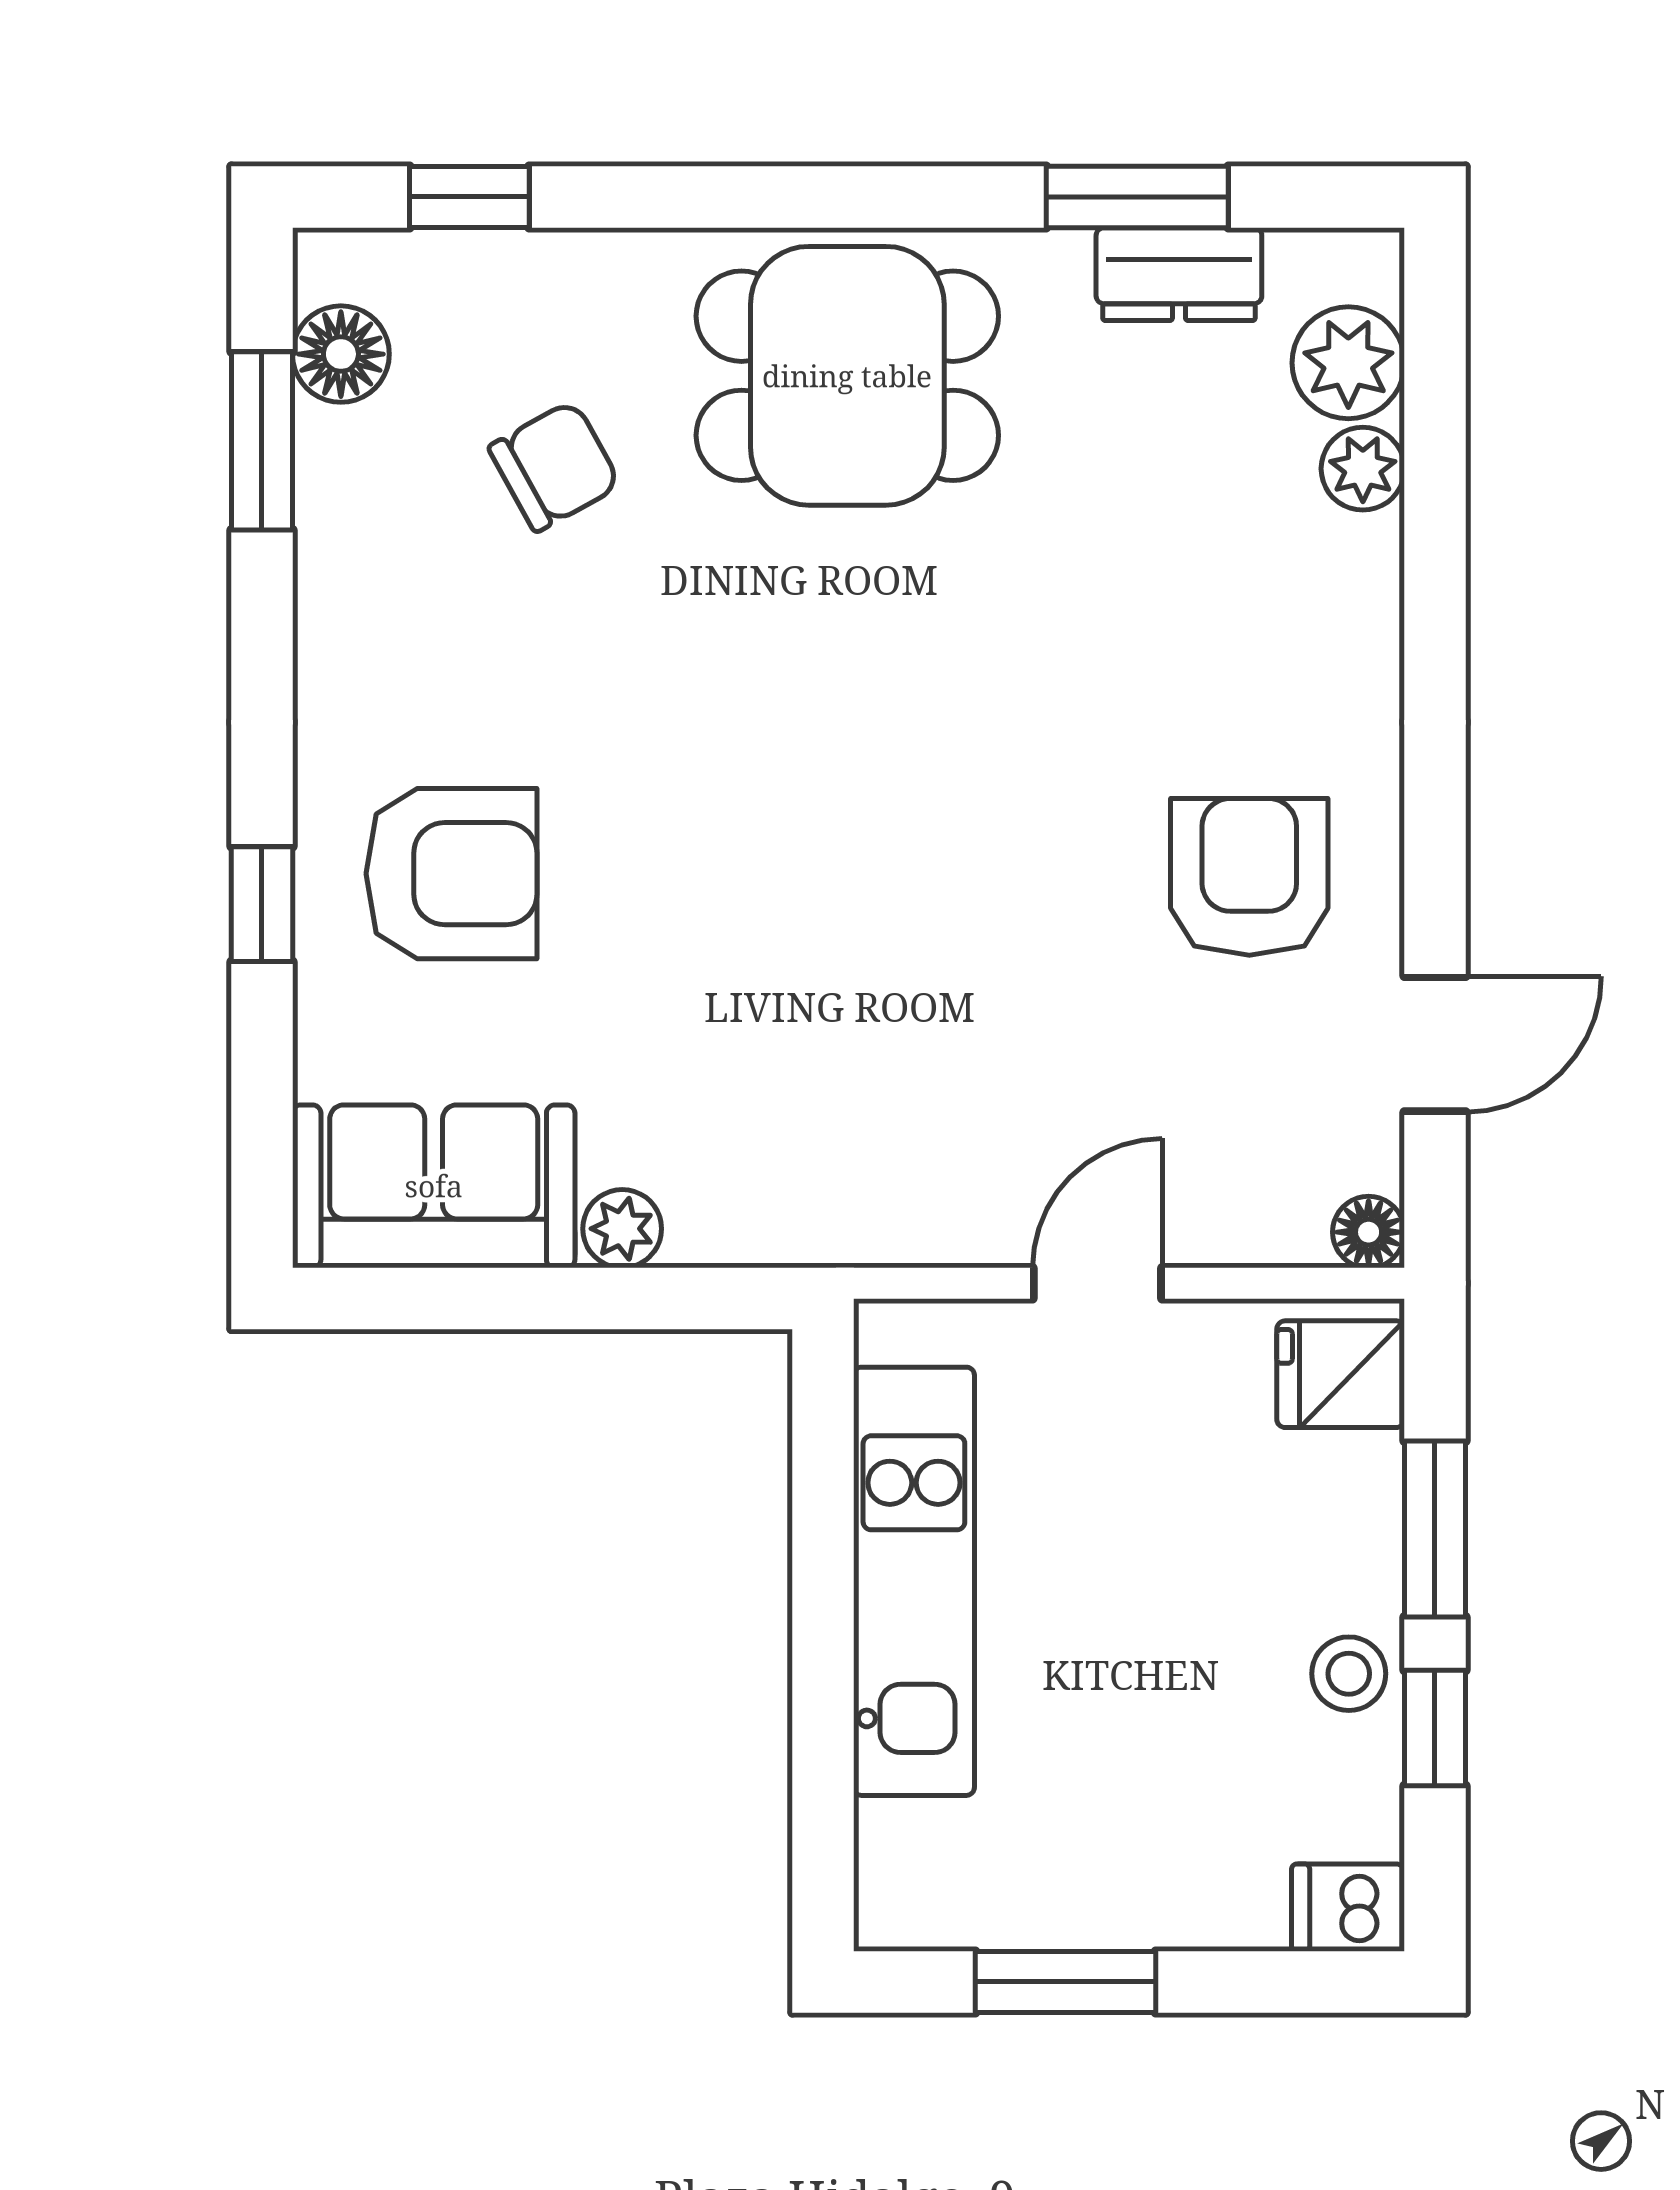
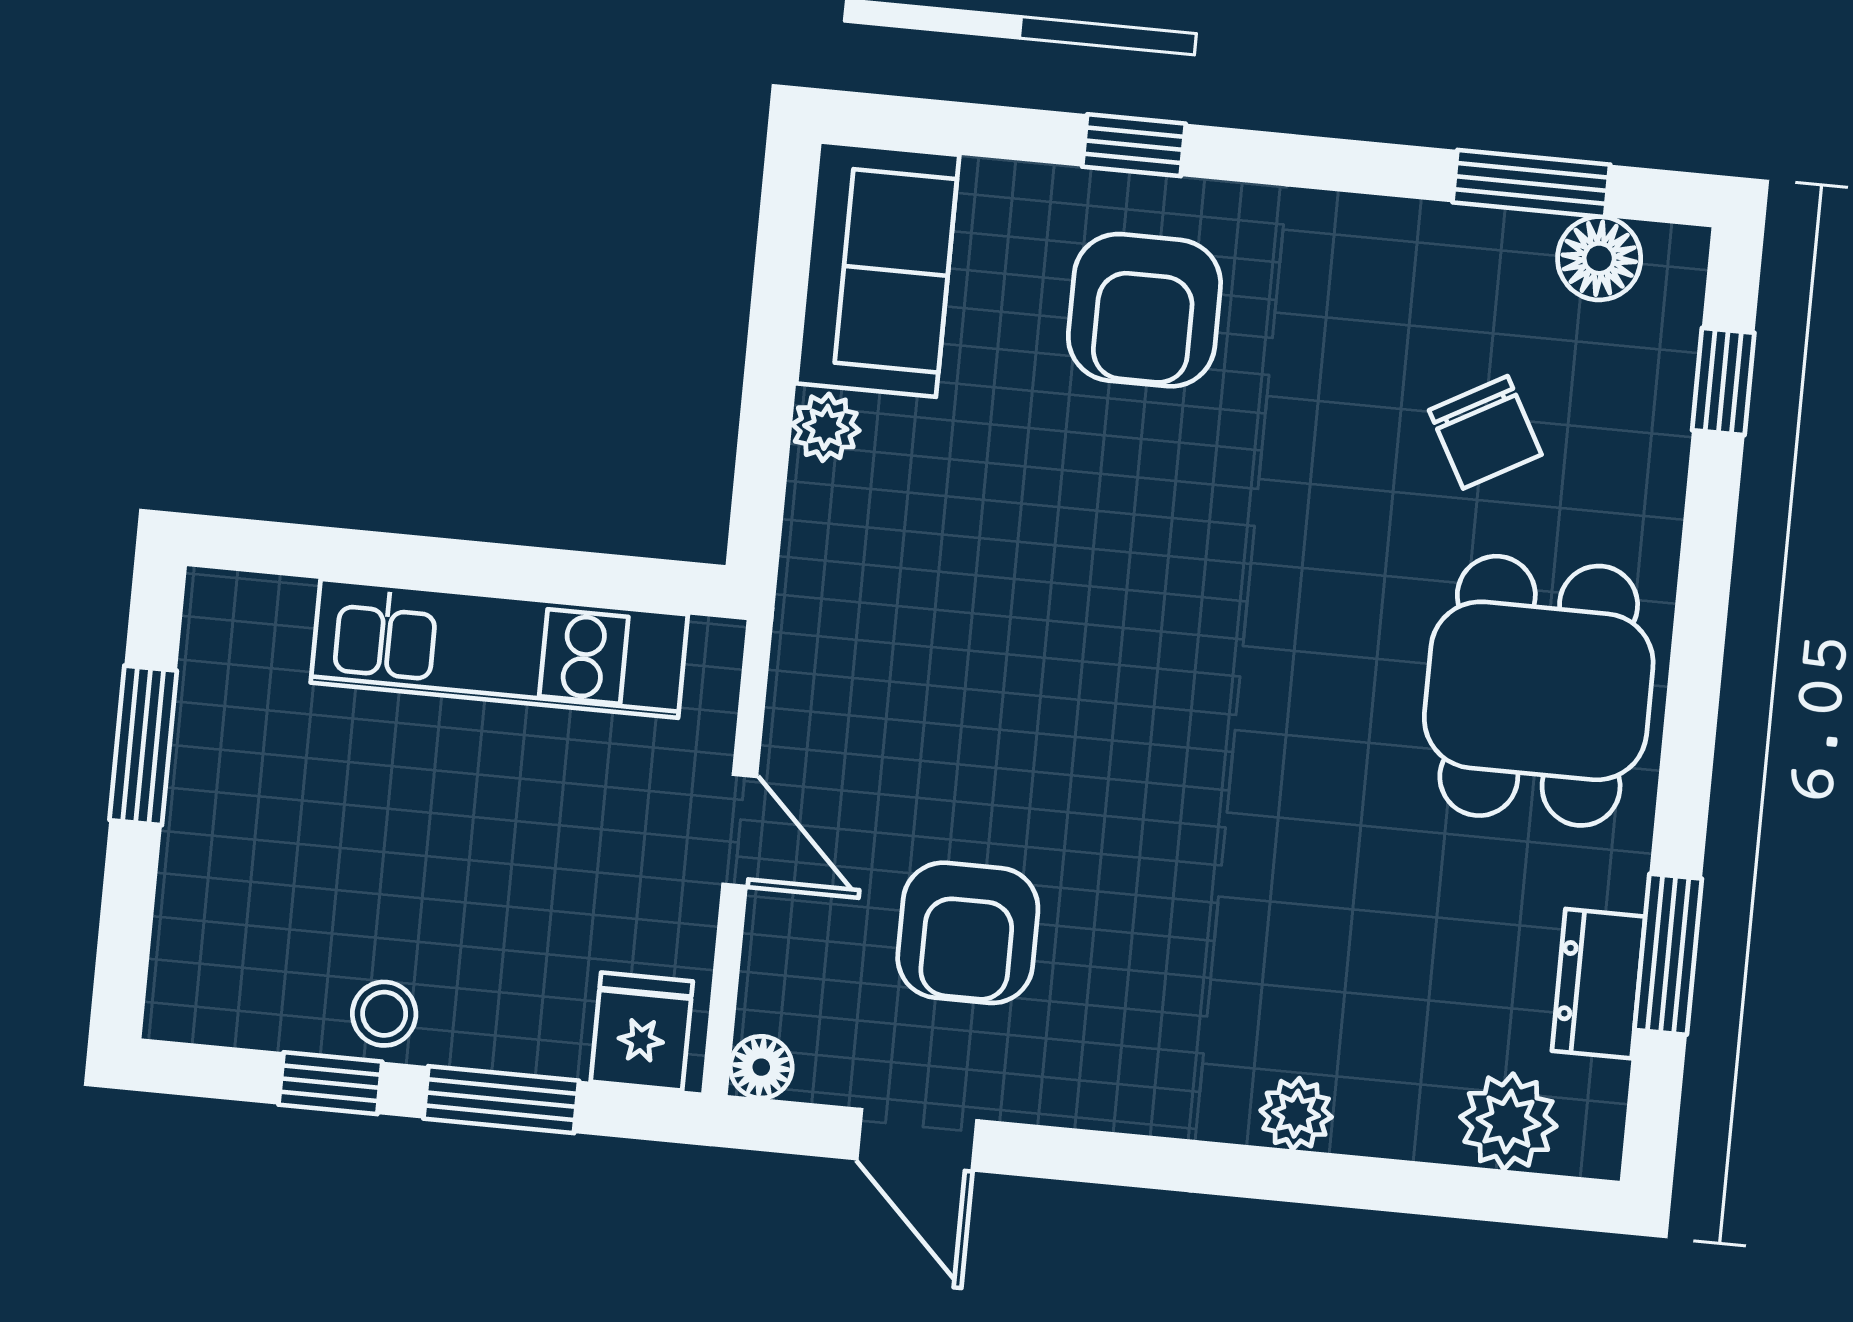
plant: (1363, 469) -> (1296, 1114), moved
armchair: (1249, 877) -> (968, 933), moved, turned 90
dishwasher: (1348, 1908) -> (184, 994), removed

